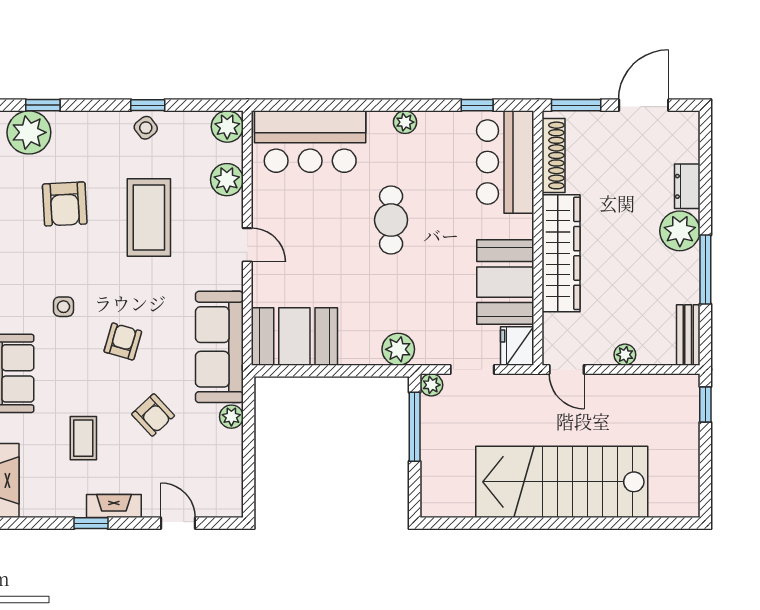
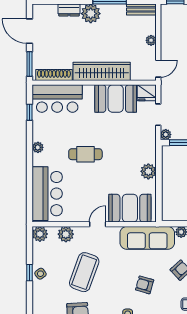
coffee table: (149, 218) -> (84, 272), turned -70
booth: (294, 337) -> (130, 208), moved, turned 90
plant: (398, 349) -> (148, 171), moved

